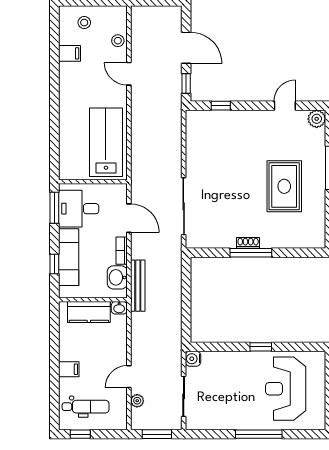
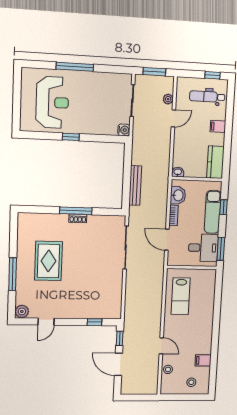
lab bench: (106, 142) -> (181, 296), width x0.73, depth x0.72
bench: (138, 286) -> (135, 186), moved
kitchen counter: (89, 312) -> (215, 162), moved, turned -90

